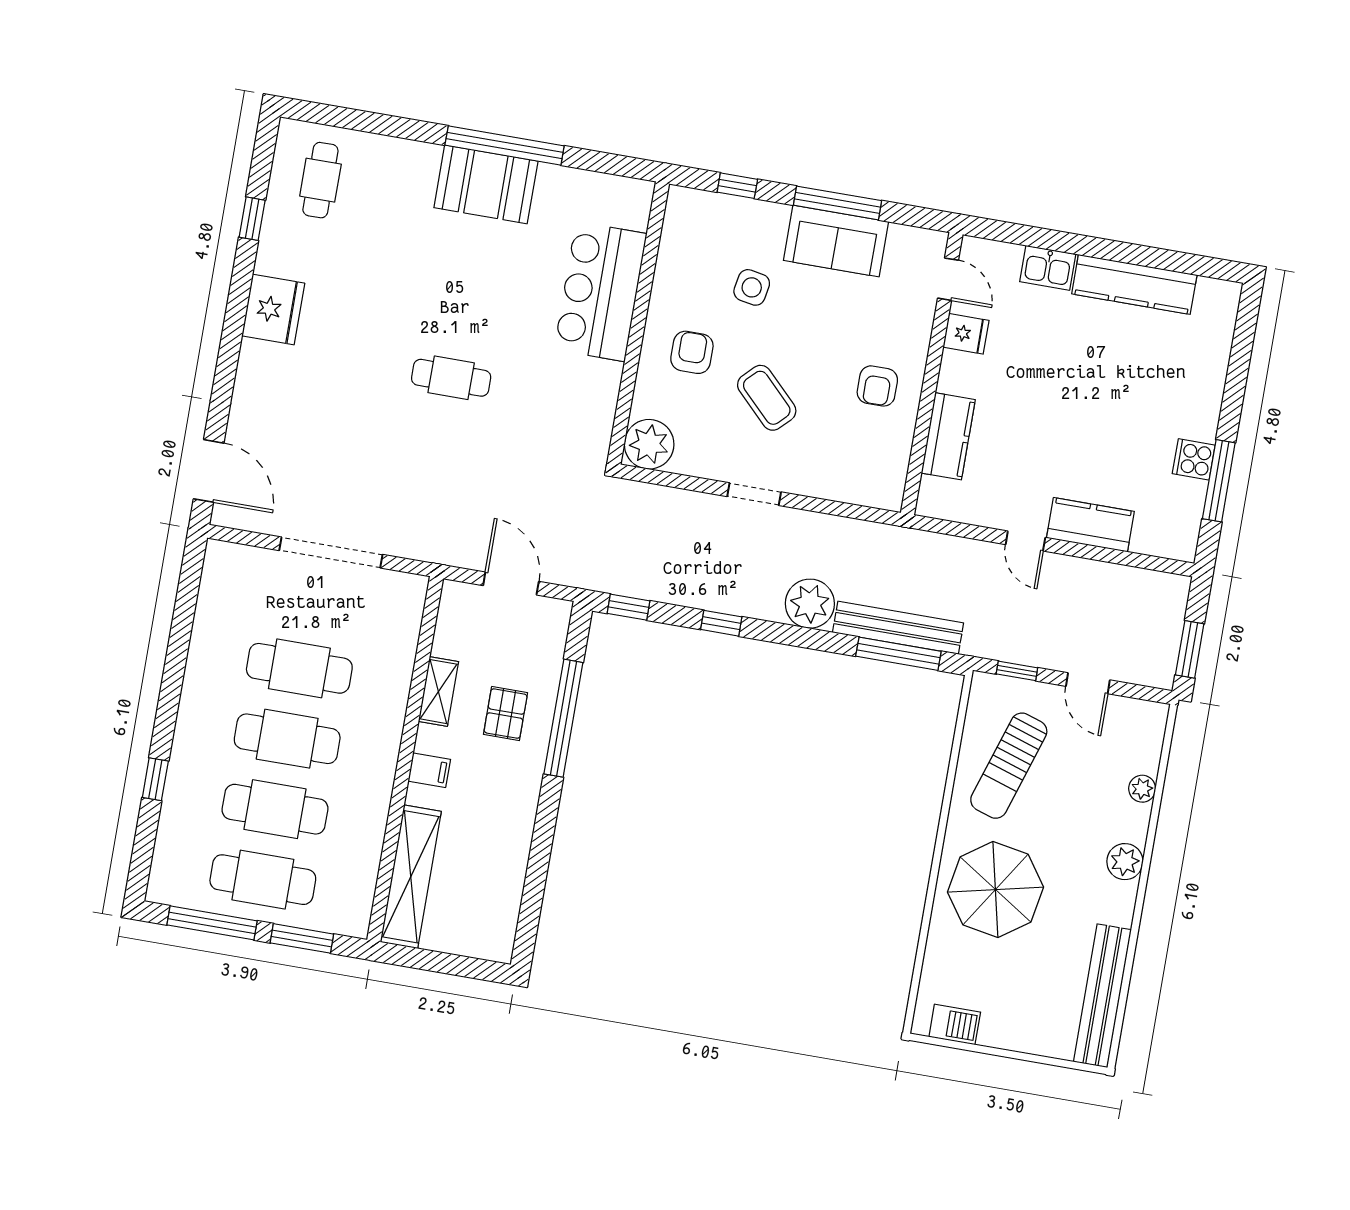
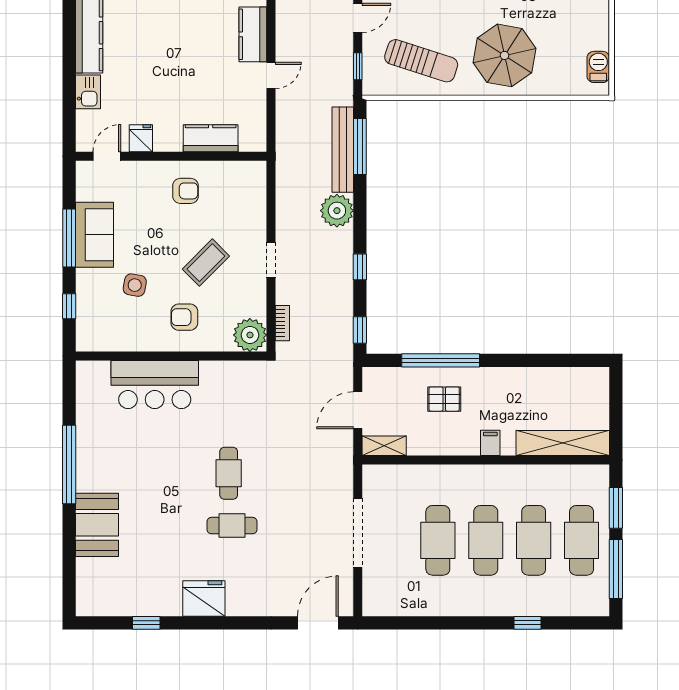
cafe table: (320, 180) -> (232, 526), moved
booth: (486, 184) -> (97, 525), moved
bookcase: (658, 495) -> (282, 323), added
shelving: (438, 692) -> (384, 446), moved

